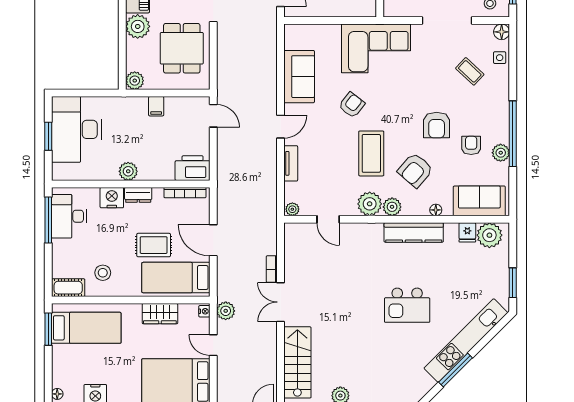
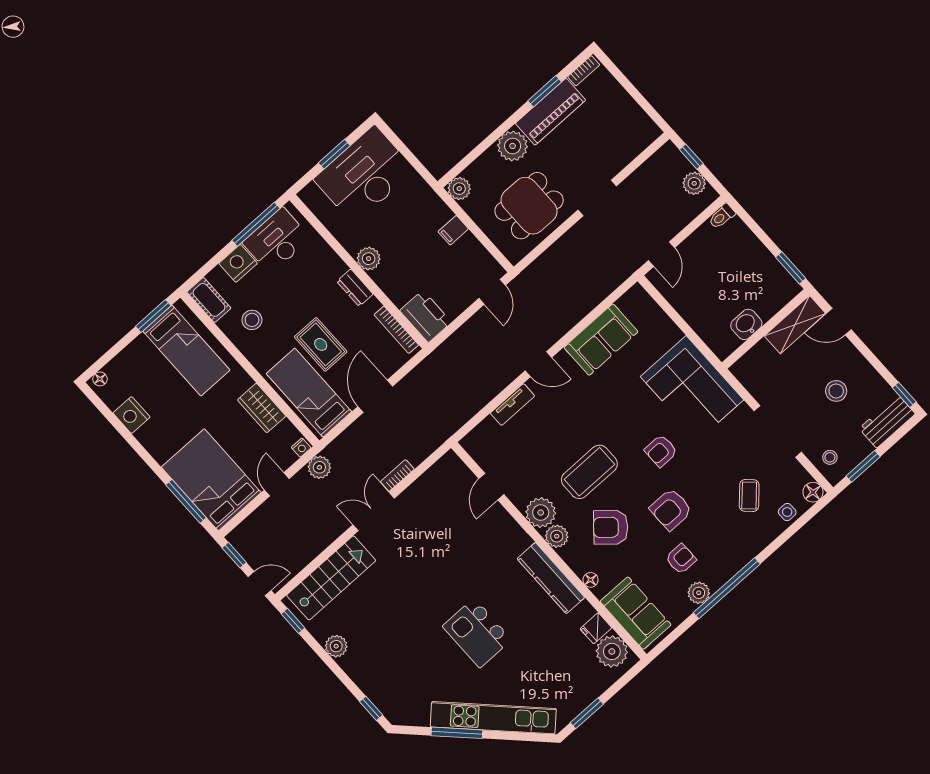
armchair: (352, 105) -> (661, 451), moved, turned 142
nightstand: (112, 198) -> (238, 263), moved, turned -90
plant: (292, 209) -> (471, 445), removed

